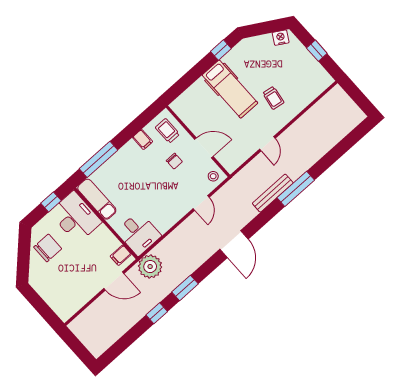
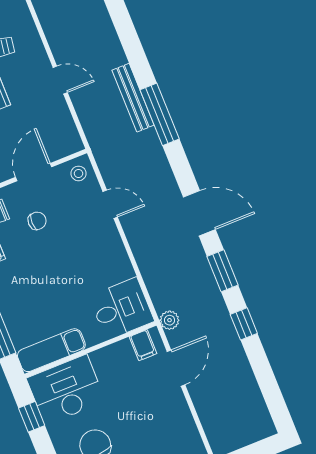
window: (296, 189) -> (160, 114), moved
door: (234, 244) -> (199, 213), moved
plant: (150, 267) -> (170, 320), width x0.53, depth x0.53

